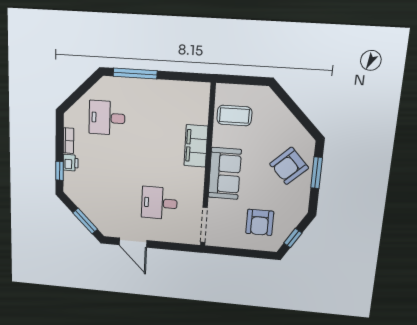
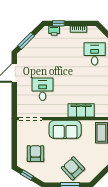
printer: (71, 163) -> (54, 31), moved
armchair: (260, 222) -> (35, 154), turned 90

